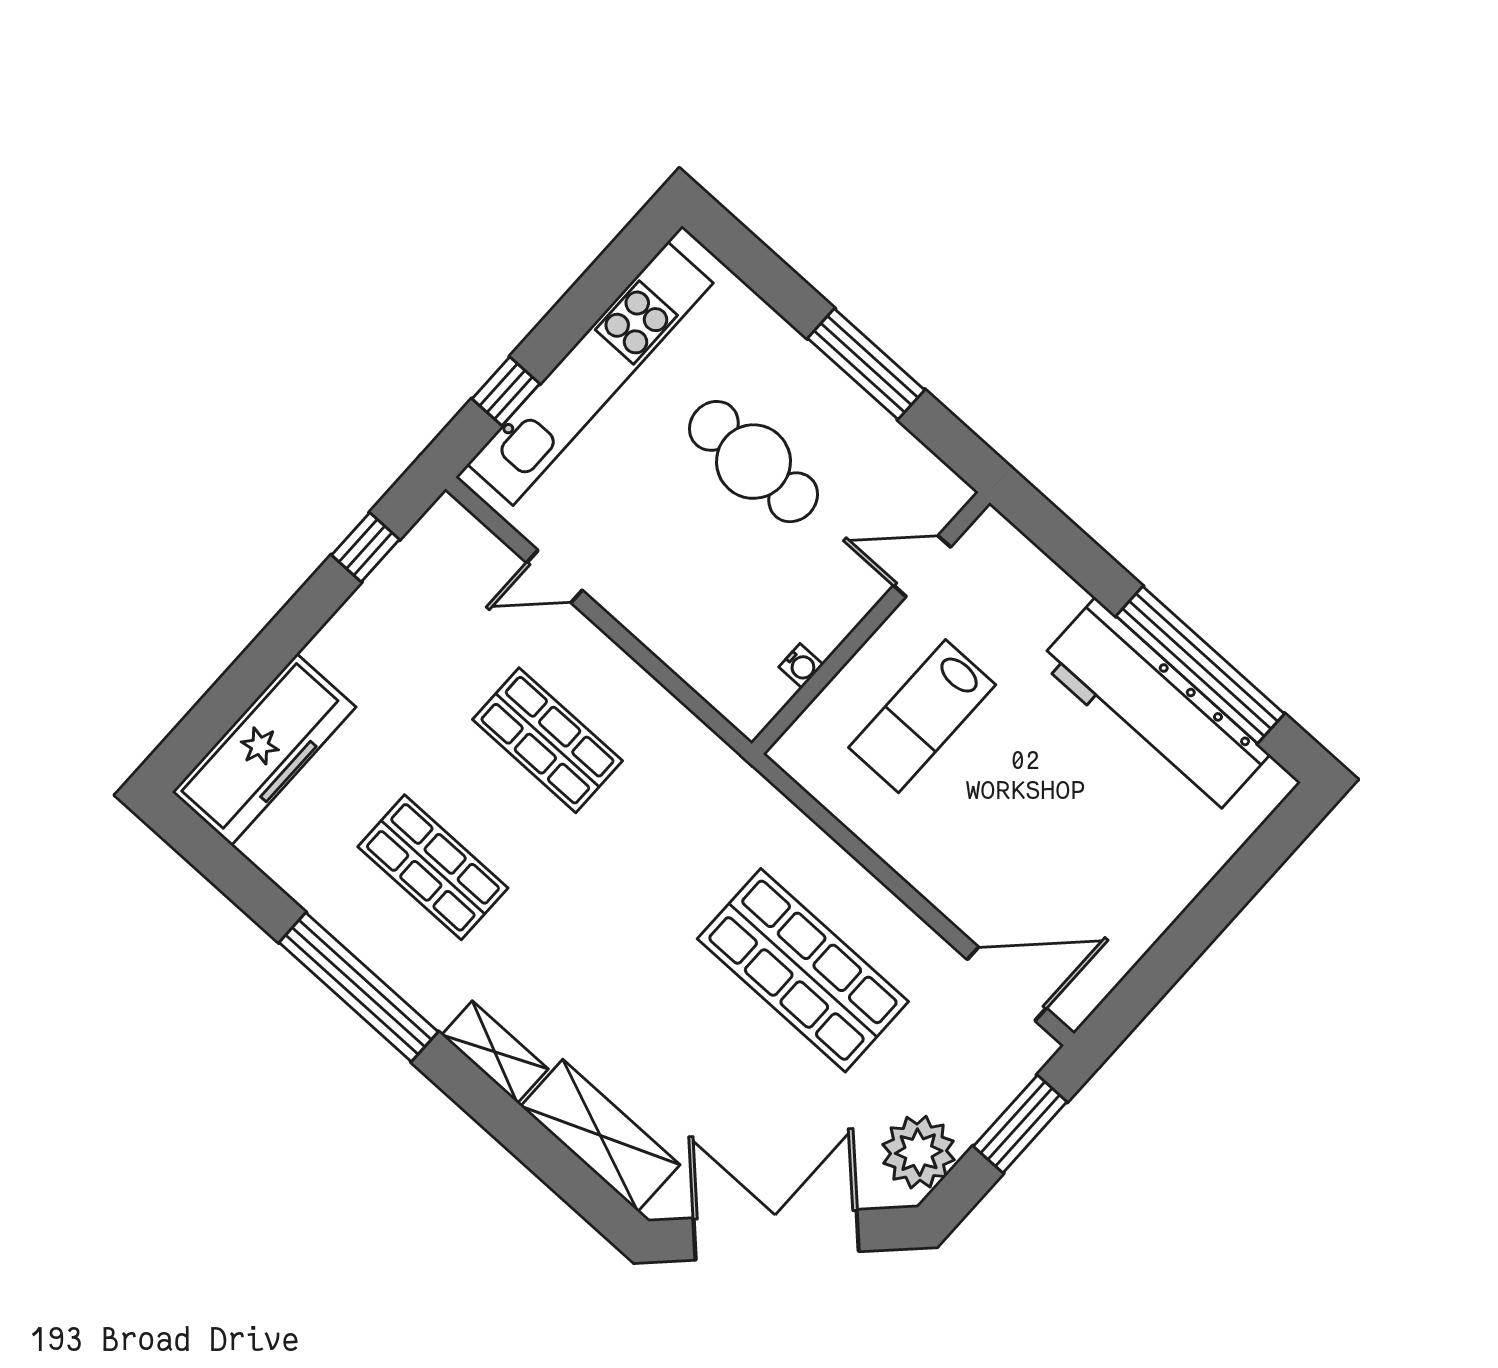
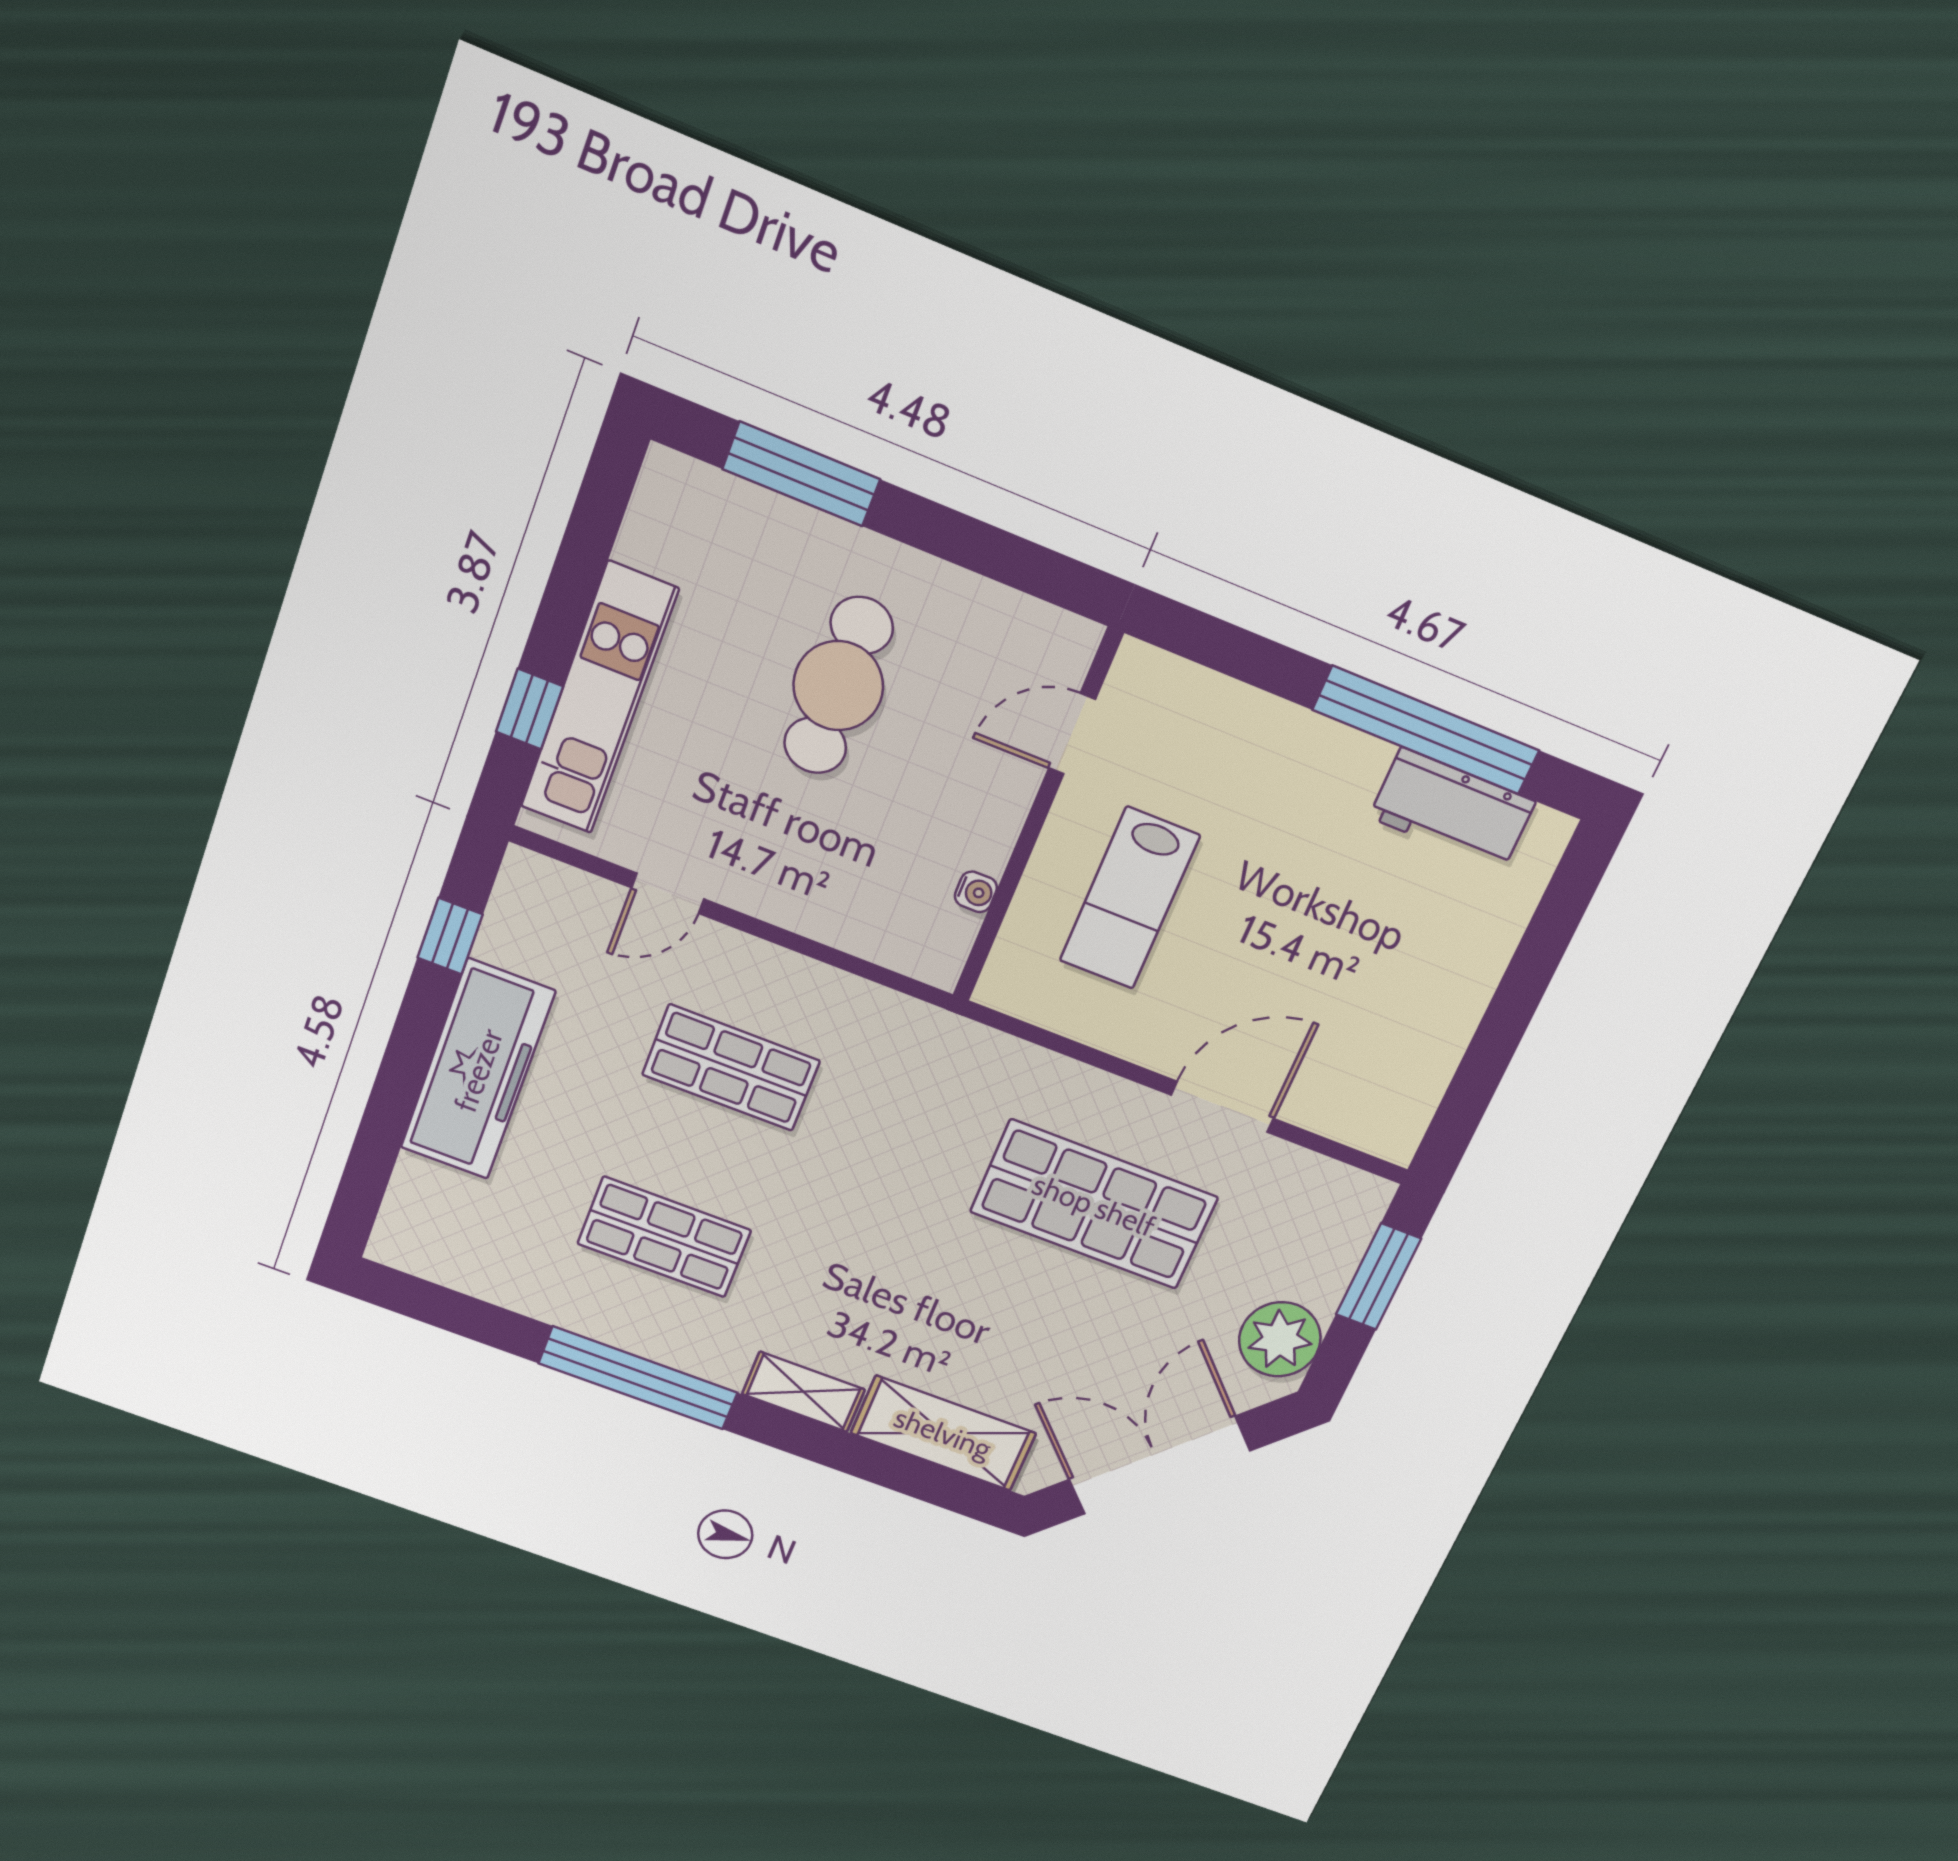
window: (866, 364) -> (801, 474), moved
kitchen unit: (590, 374) -> (599, 699), width x0.73
cafe table: (753, 462) -> (838, 686), turned 90
workbench: (1154, 708) -> (1452, 809), width x0.53, depth x0.76
freezer: (264, 750) -> (478, 1070), moved
door: (1007, 984) -> (1222, 1107), moved

